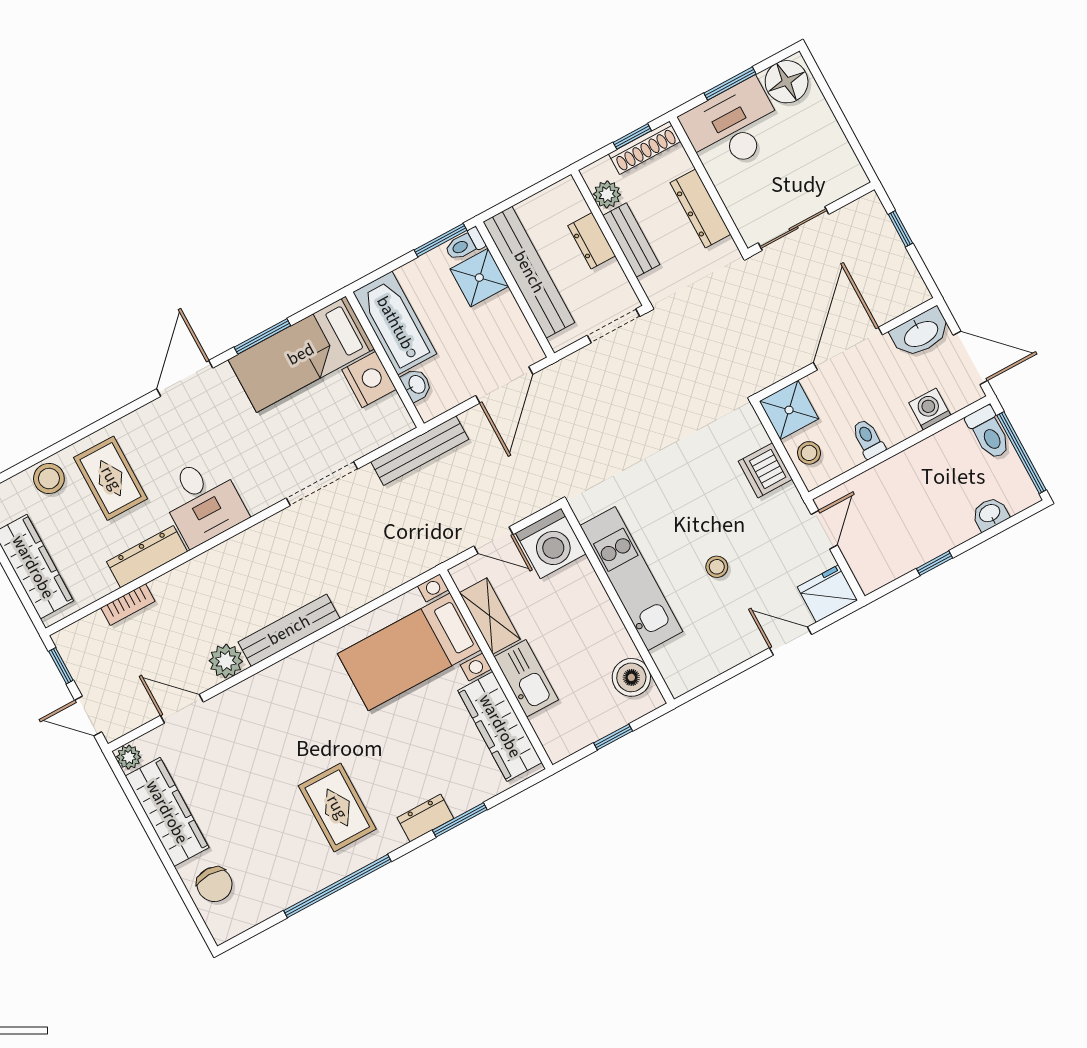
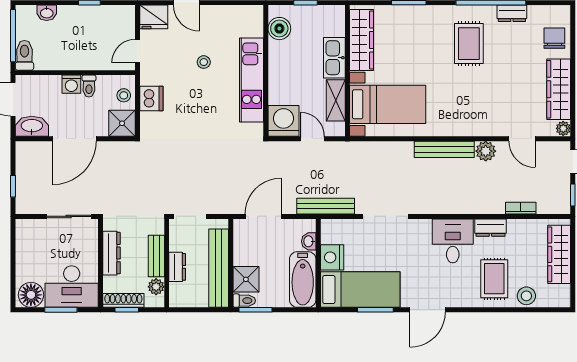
washing machine: (930, 409) -> (71, 84), moved
dresser: (147, 557) -> (490, 228), width x0.70
dresser: (425, 818) -> (512, 13), moved

